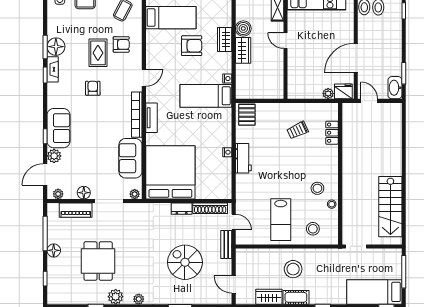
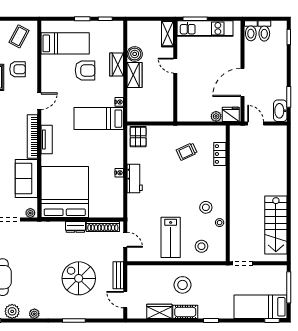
bench: (226, 245) -> (118, 275), moved

